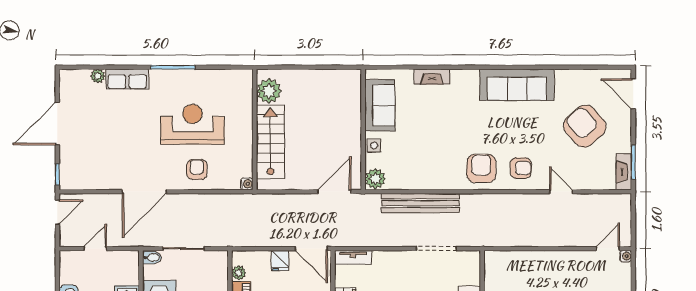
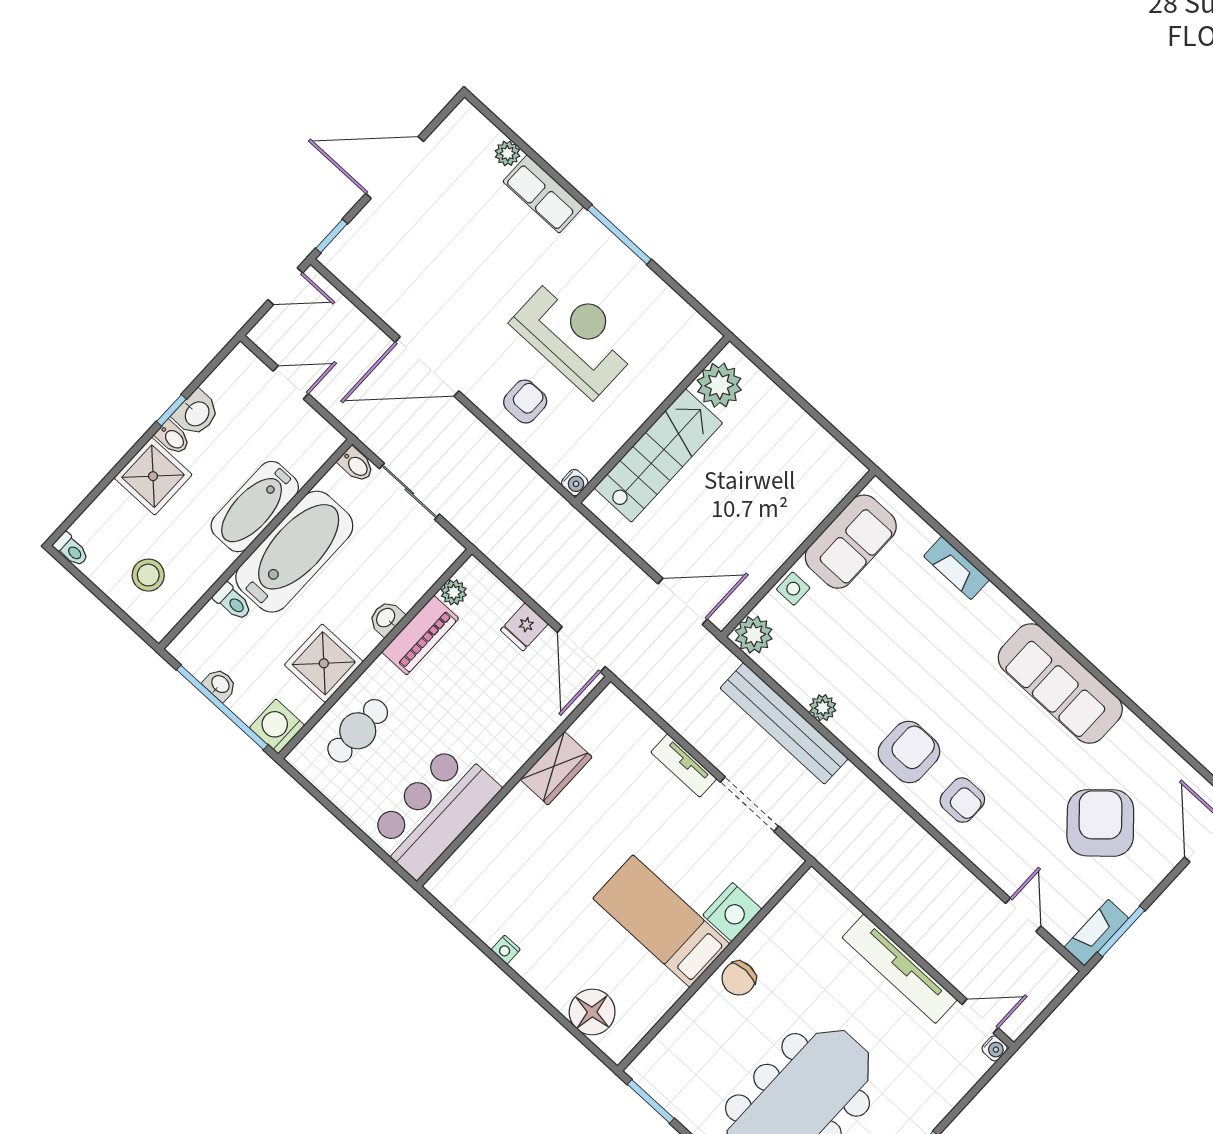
plant: (430, 183) -> (823, 708), added
door: (561, 192) -> (1023, 915), moved
tv unit: (353, 257) -> (684, 765), moved
tv unit: (558, 259) -> (900, 969), added

